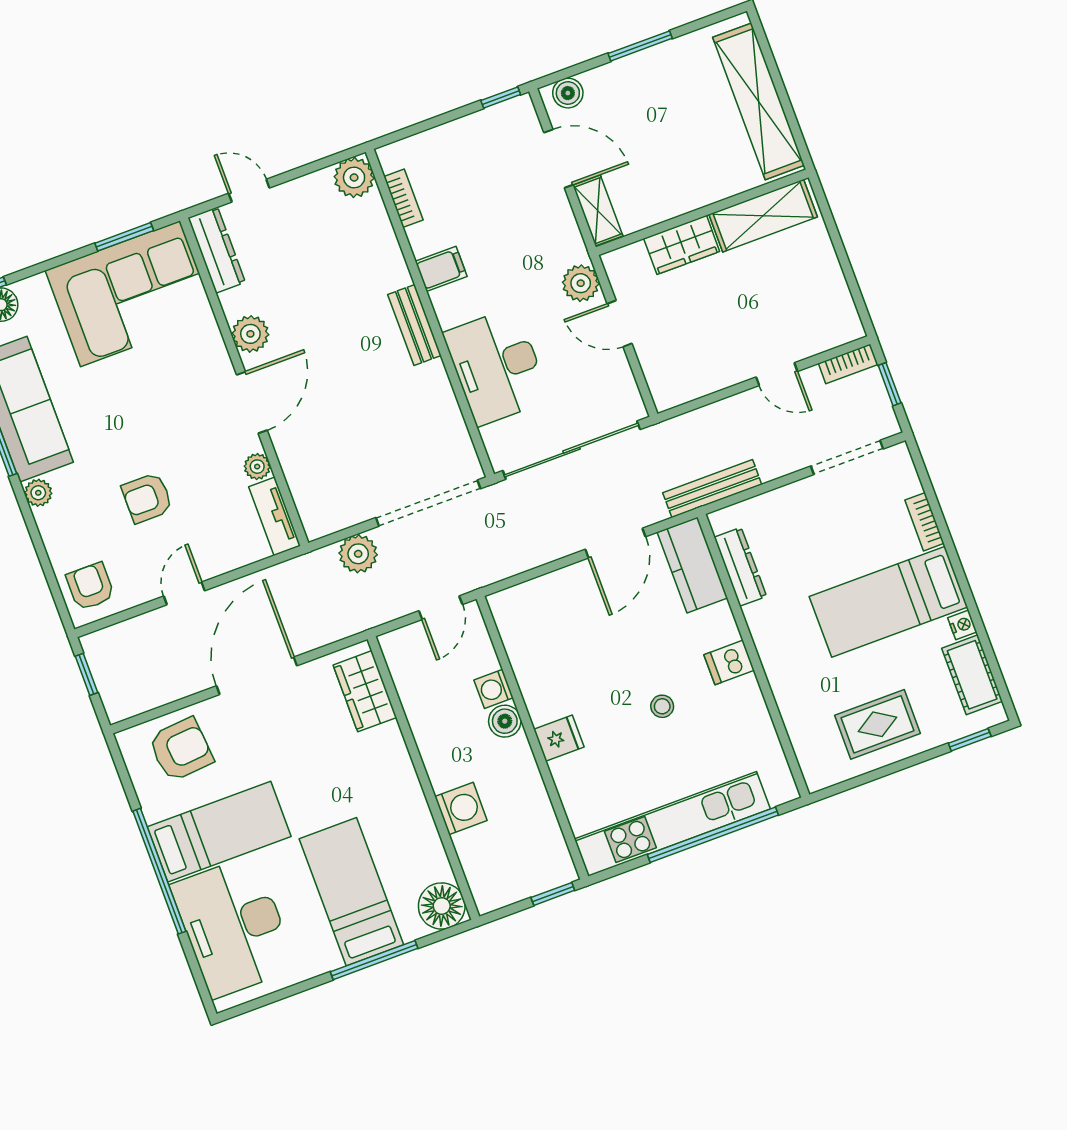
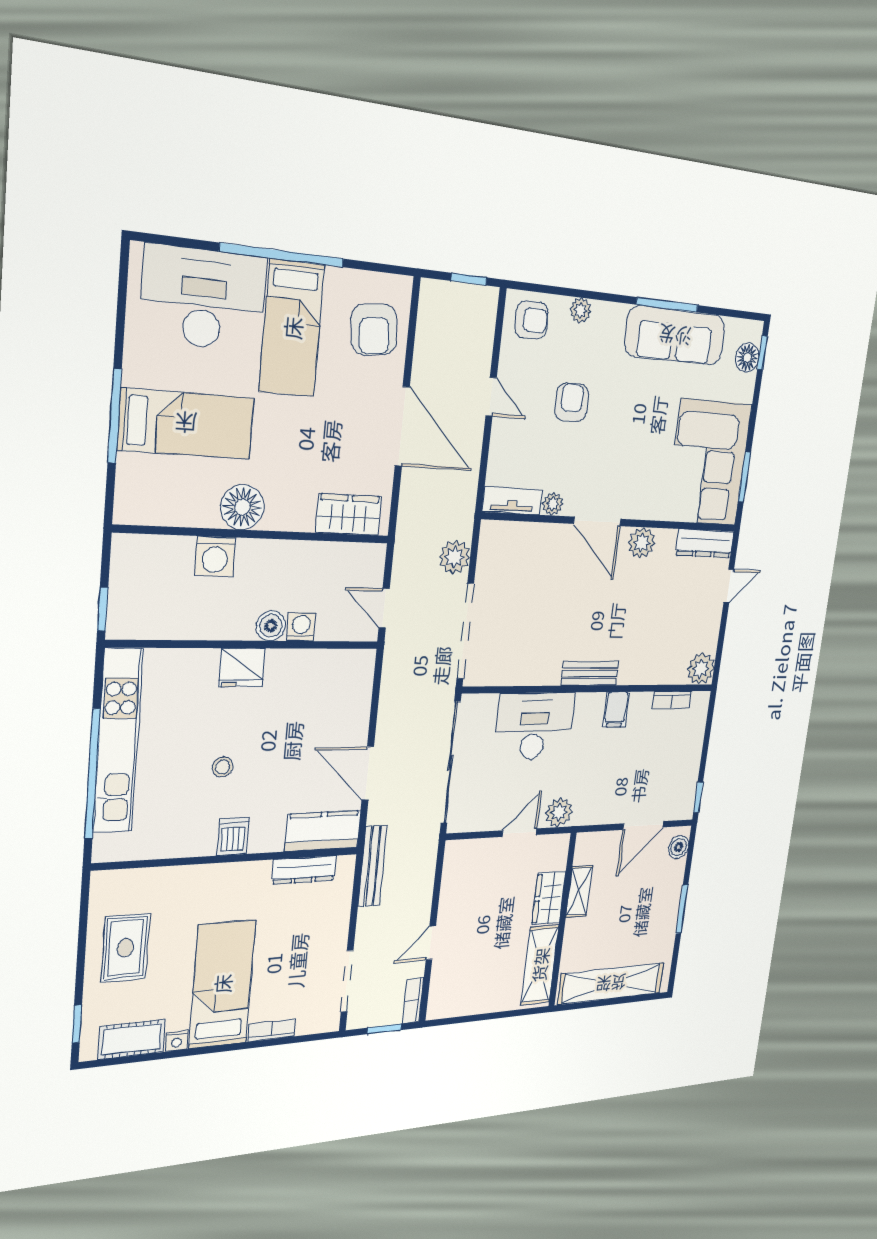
shelving: (598, 211) -> (579, 891), moved, turned 90
plant: (38, 493) -> (580, 310), moved
fridge: (559, 738) -> (242, 667), width x1.38
floor lamp: (442, 906) -> (242, 507), moved

